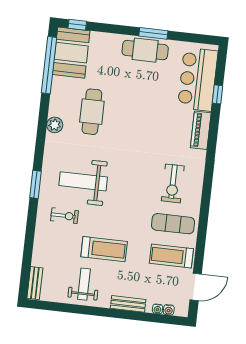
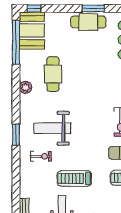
treadmill: (104, 249) -> (74, 178), turned 180

